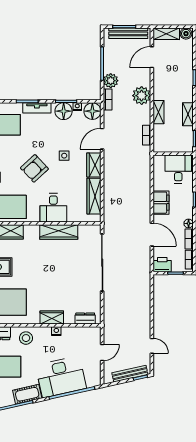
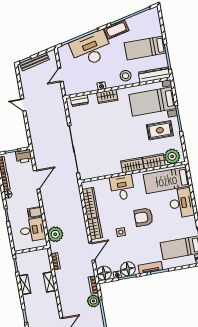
plant: (142, 96) -> (55, 234), moved
armchair: (34, 168) -> (144, 217), turned -137
desk: (178, 169) -> (32, 230), moved, turned -90
filing cabinet: (161, 203) -> (35, 212), width x0.50
wardrobe: (59, 232) -> (132, 165), moved, width x0.67
door: (152, 235) -> (37, 180), swing flipped
door: (152, 346) -> (23, 105), moved

